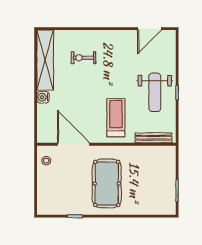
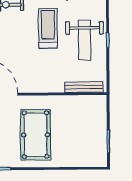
treadmill: (116, 118) -> (48, 28), moved

